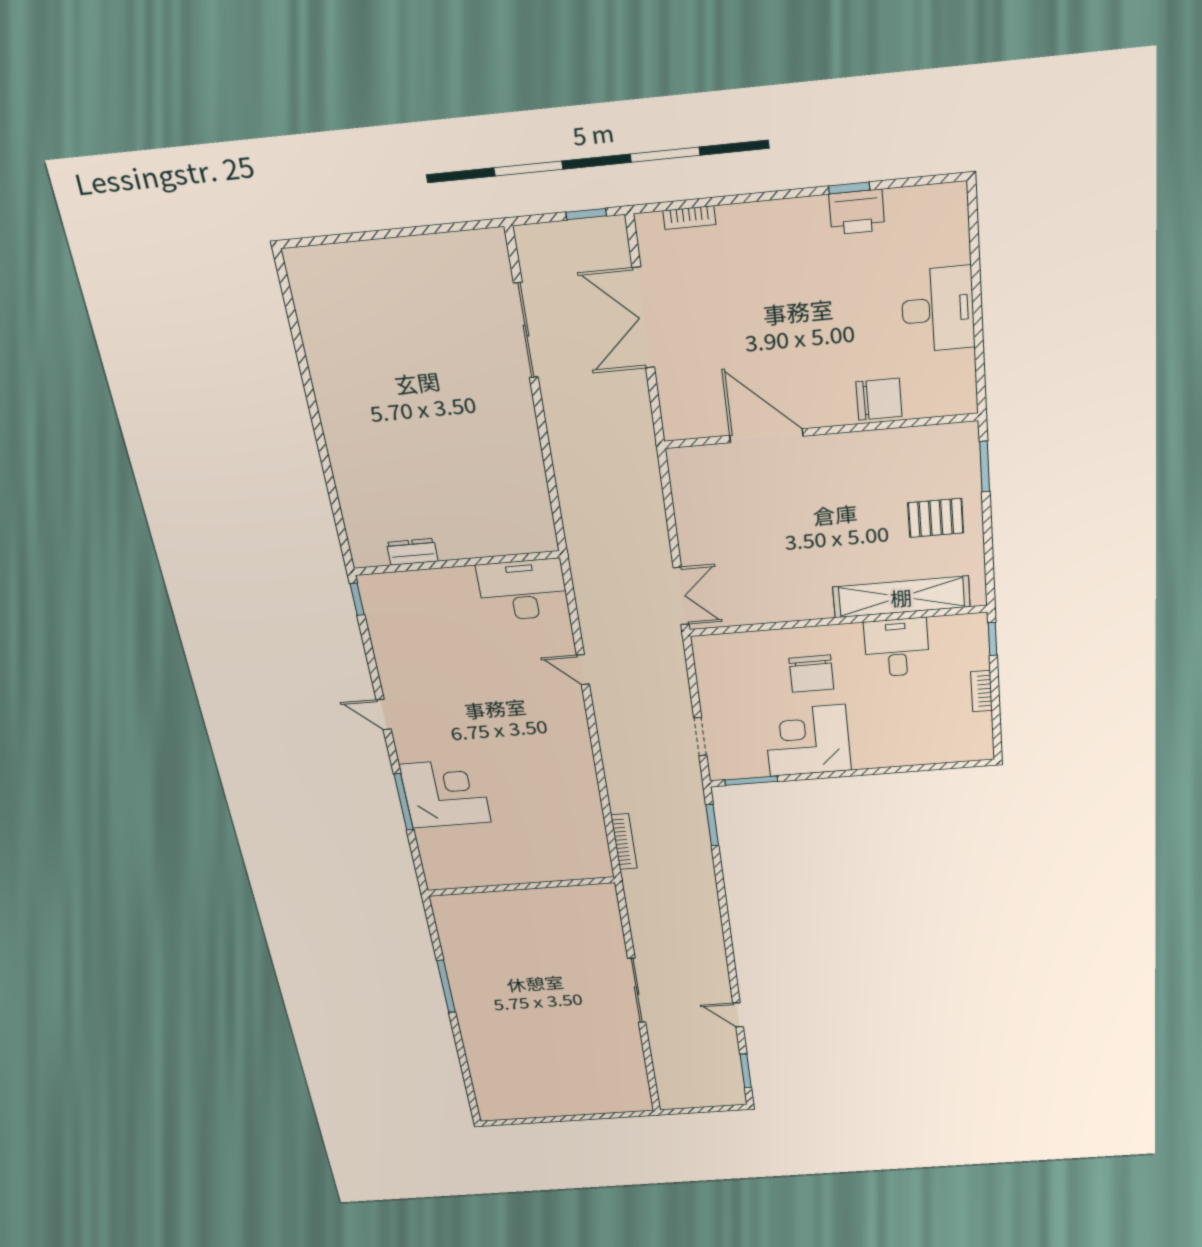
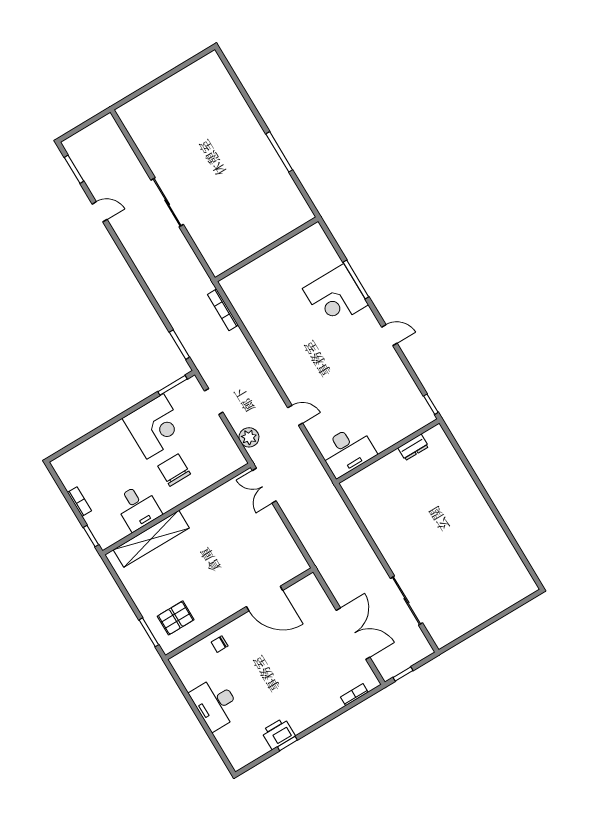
chair: (879, 399) -> (220, 644), width x0.54, depth x0.54
pallet: (936, 518) -> (176, 618), moved
plant: (671, 670) -> (249, 437), added

